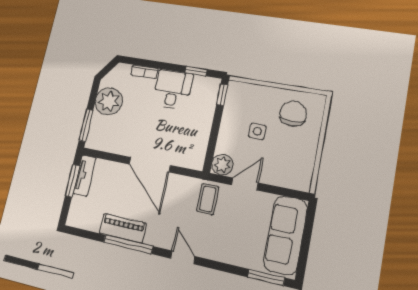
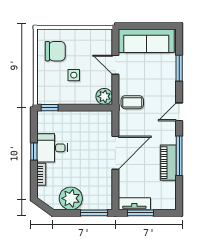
window: (196, 71) -> (34, 152), moved
chair: (293, 114) -> (55, 51), turned 180
door: (245, 184) -> (115, 65), moved
window: (266, 277) -> (179, 68), moved

